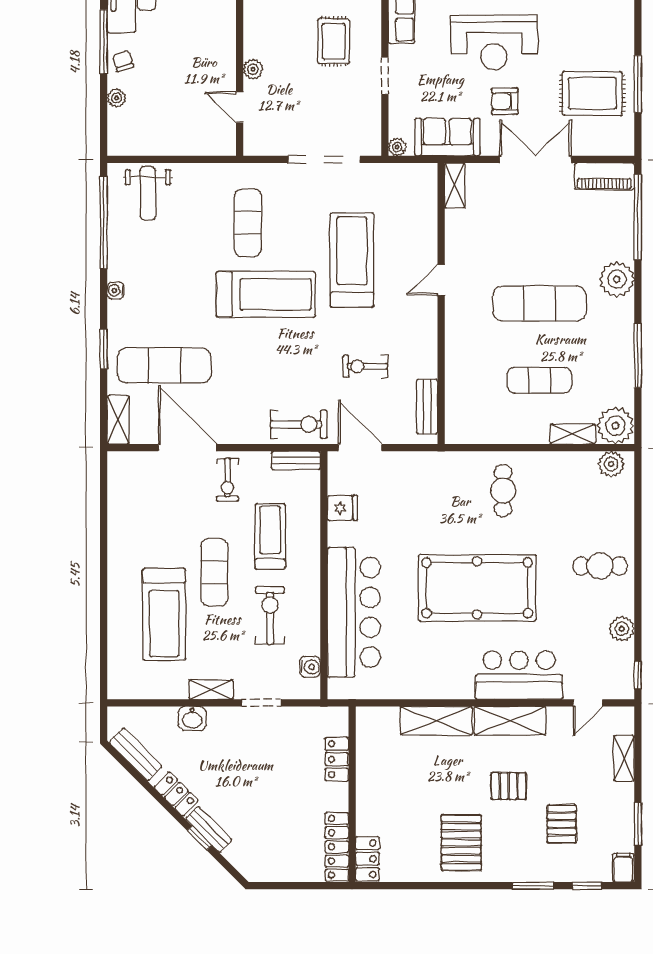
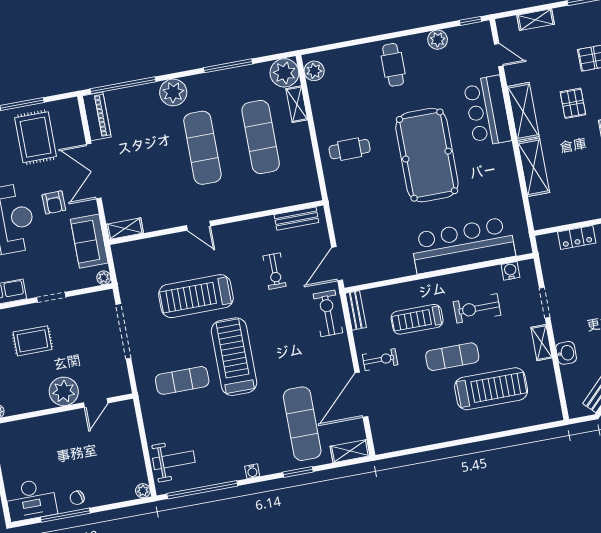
plant: (253, 69) -> (64, 391), width x1.88, depth x1.88
plant: (117, 98) -> (143, 491), moved
exercise mat: (539, 380) -> (261, 137), width x1.36, depth x1.45
fridge: (342, 508) -> (385, 269), removed

